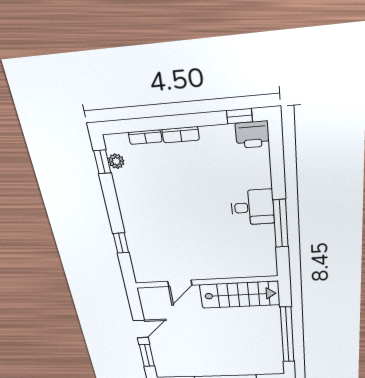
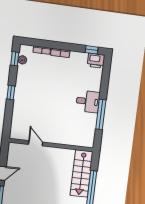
window: (121, 243) -> (11, 92), moved
door: (180, 283) -> (36, 143), swing flipped
stairs: (240, 295) -> (81, 173), moved, turned 90

